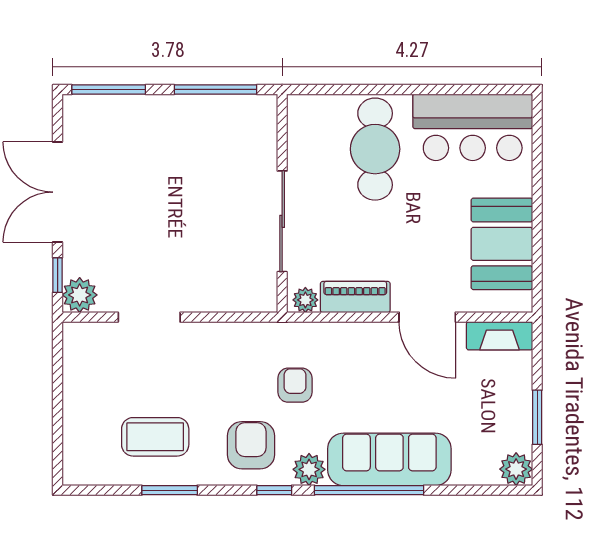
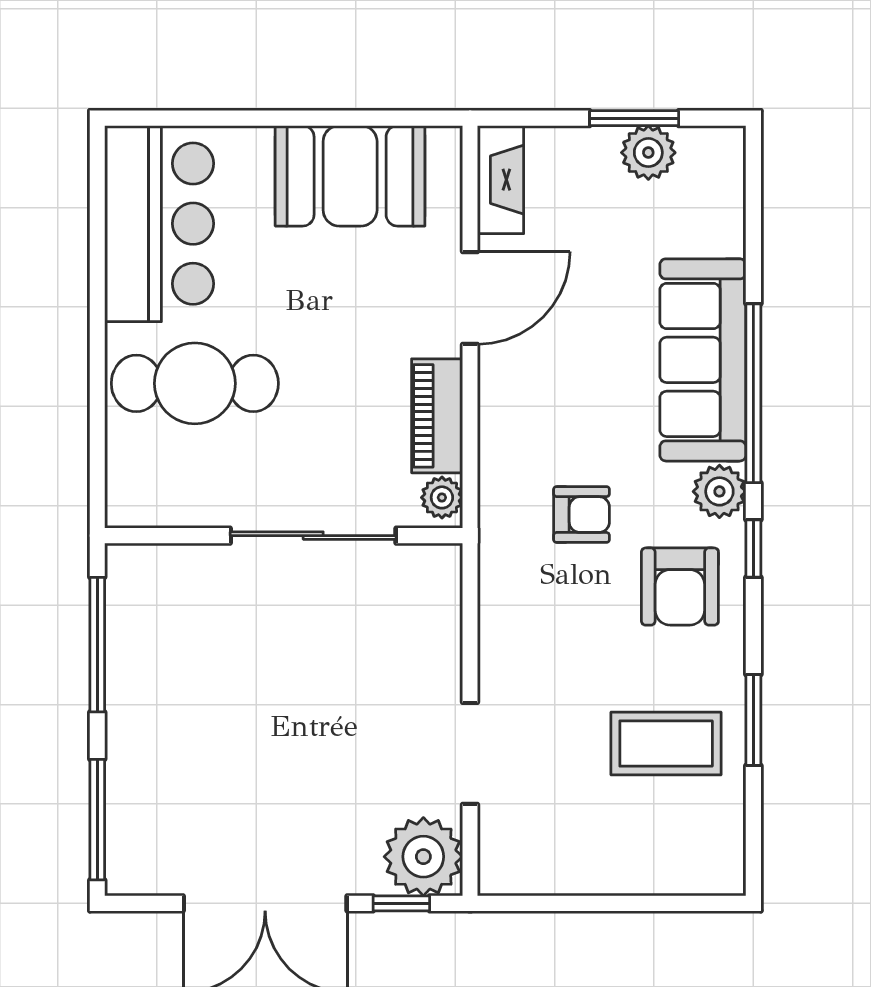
plant: (80, 295) -> (423, 857), width x1.36, depth x1.36
armchair: (295, 385) -> (581, 515), turned 180
coffee table: (155, 437) -> (666, 743), turned 90
armchair: (251, 445) -> (680, 587), turned -90
plant: (516, 469) -> (648, 153), moved

